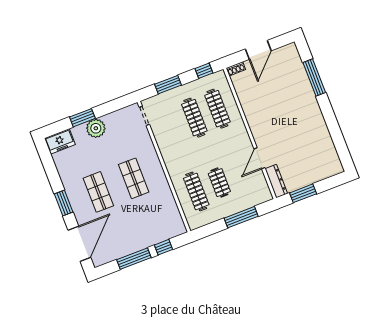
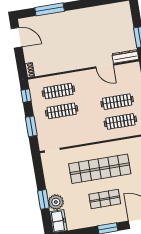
door: (258, 50) -> (17, 38), moved
plant: (96, 128) -> (56, 202), moved
shop shelf: (134, 178) -> (100, 169), width x2.00, depth x1.36
clothes rail: (219, 183) -> (117, 102), width x1.36

